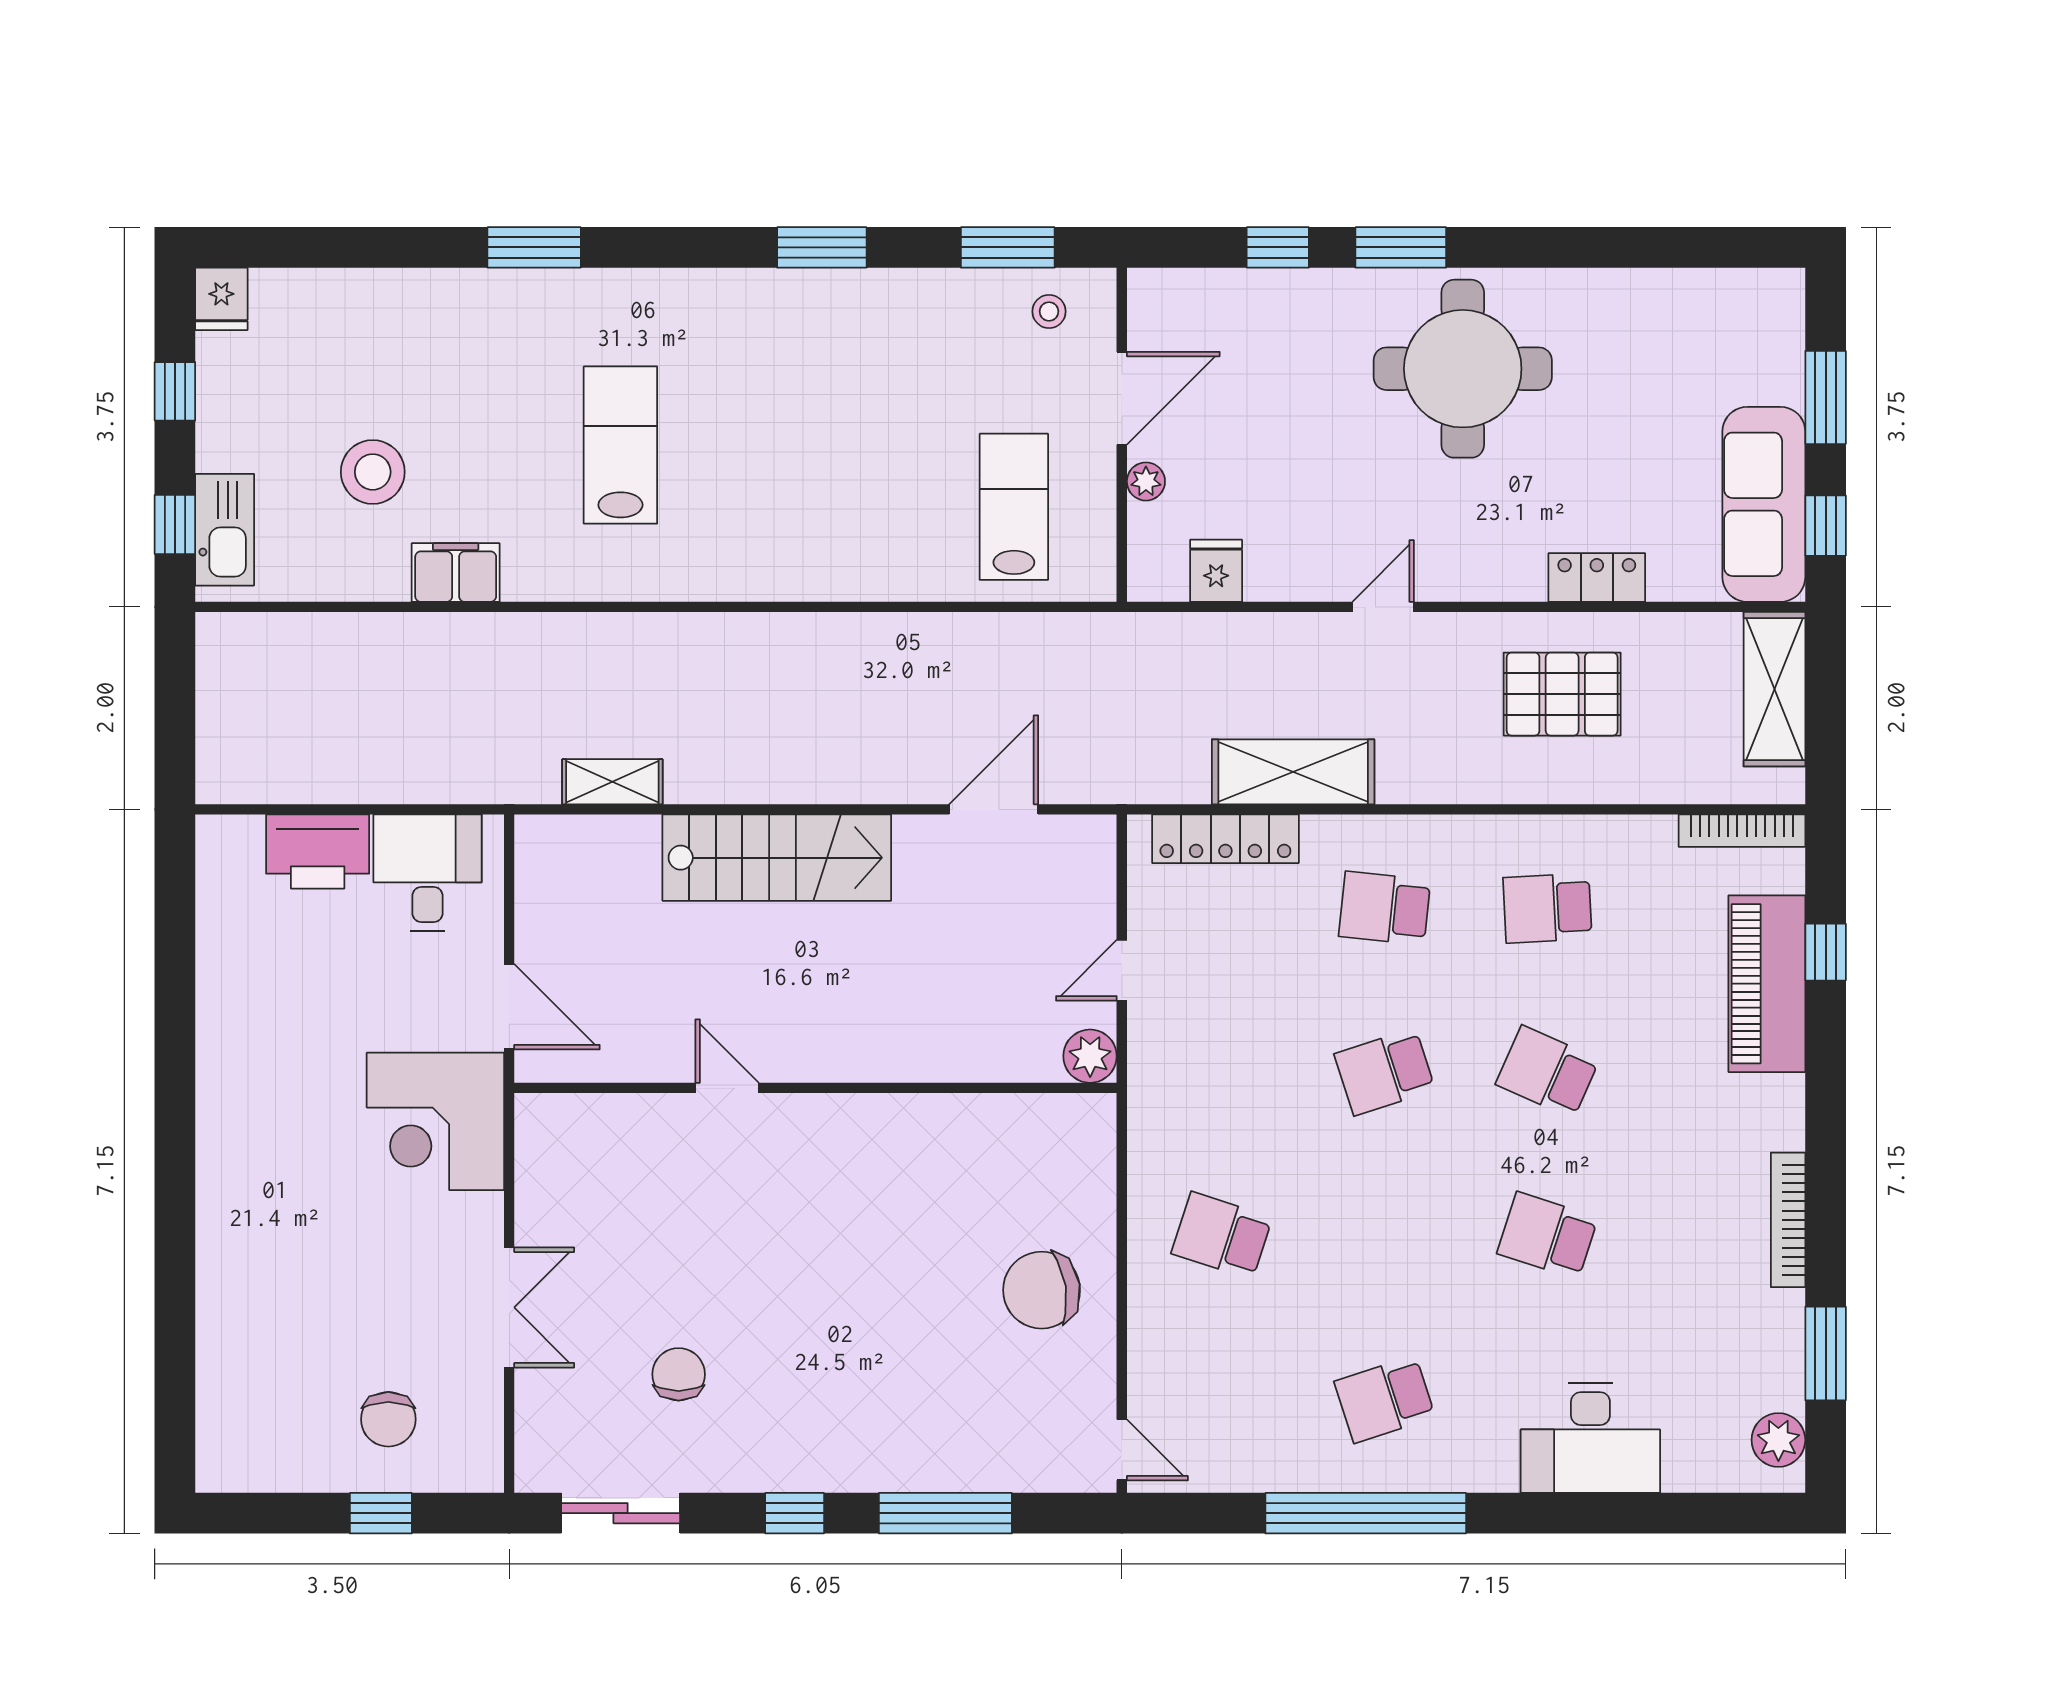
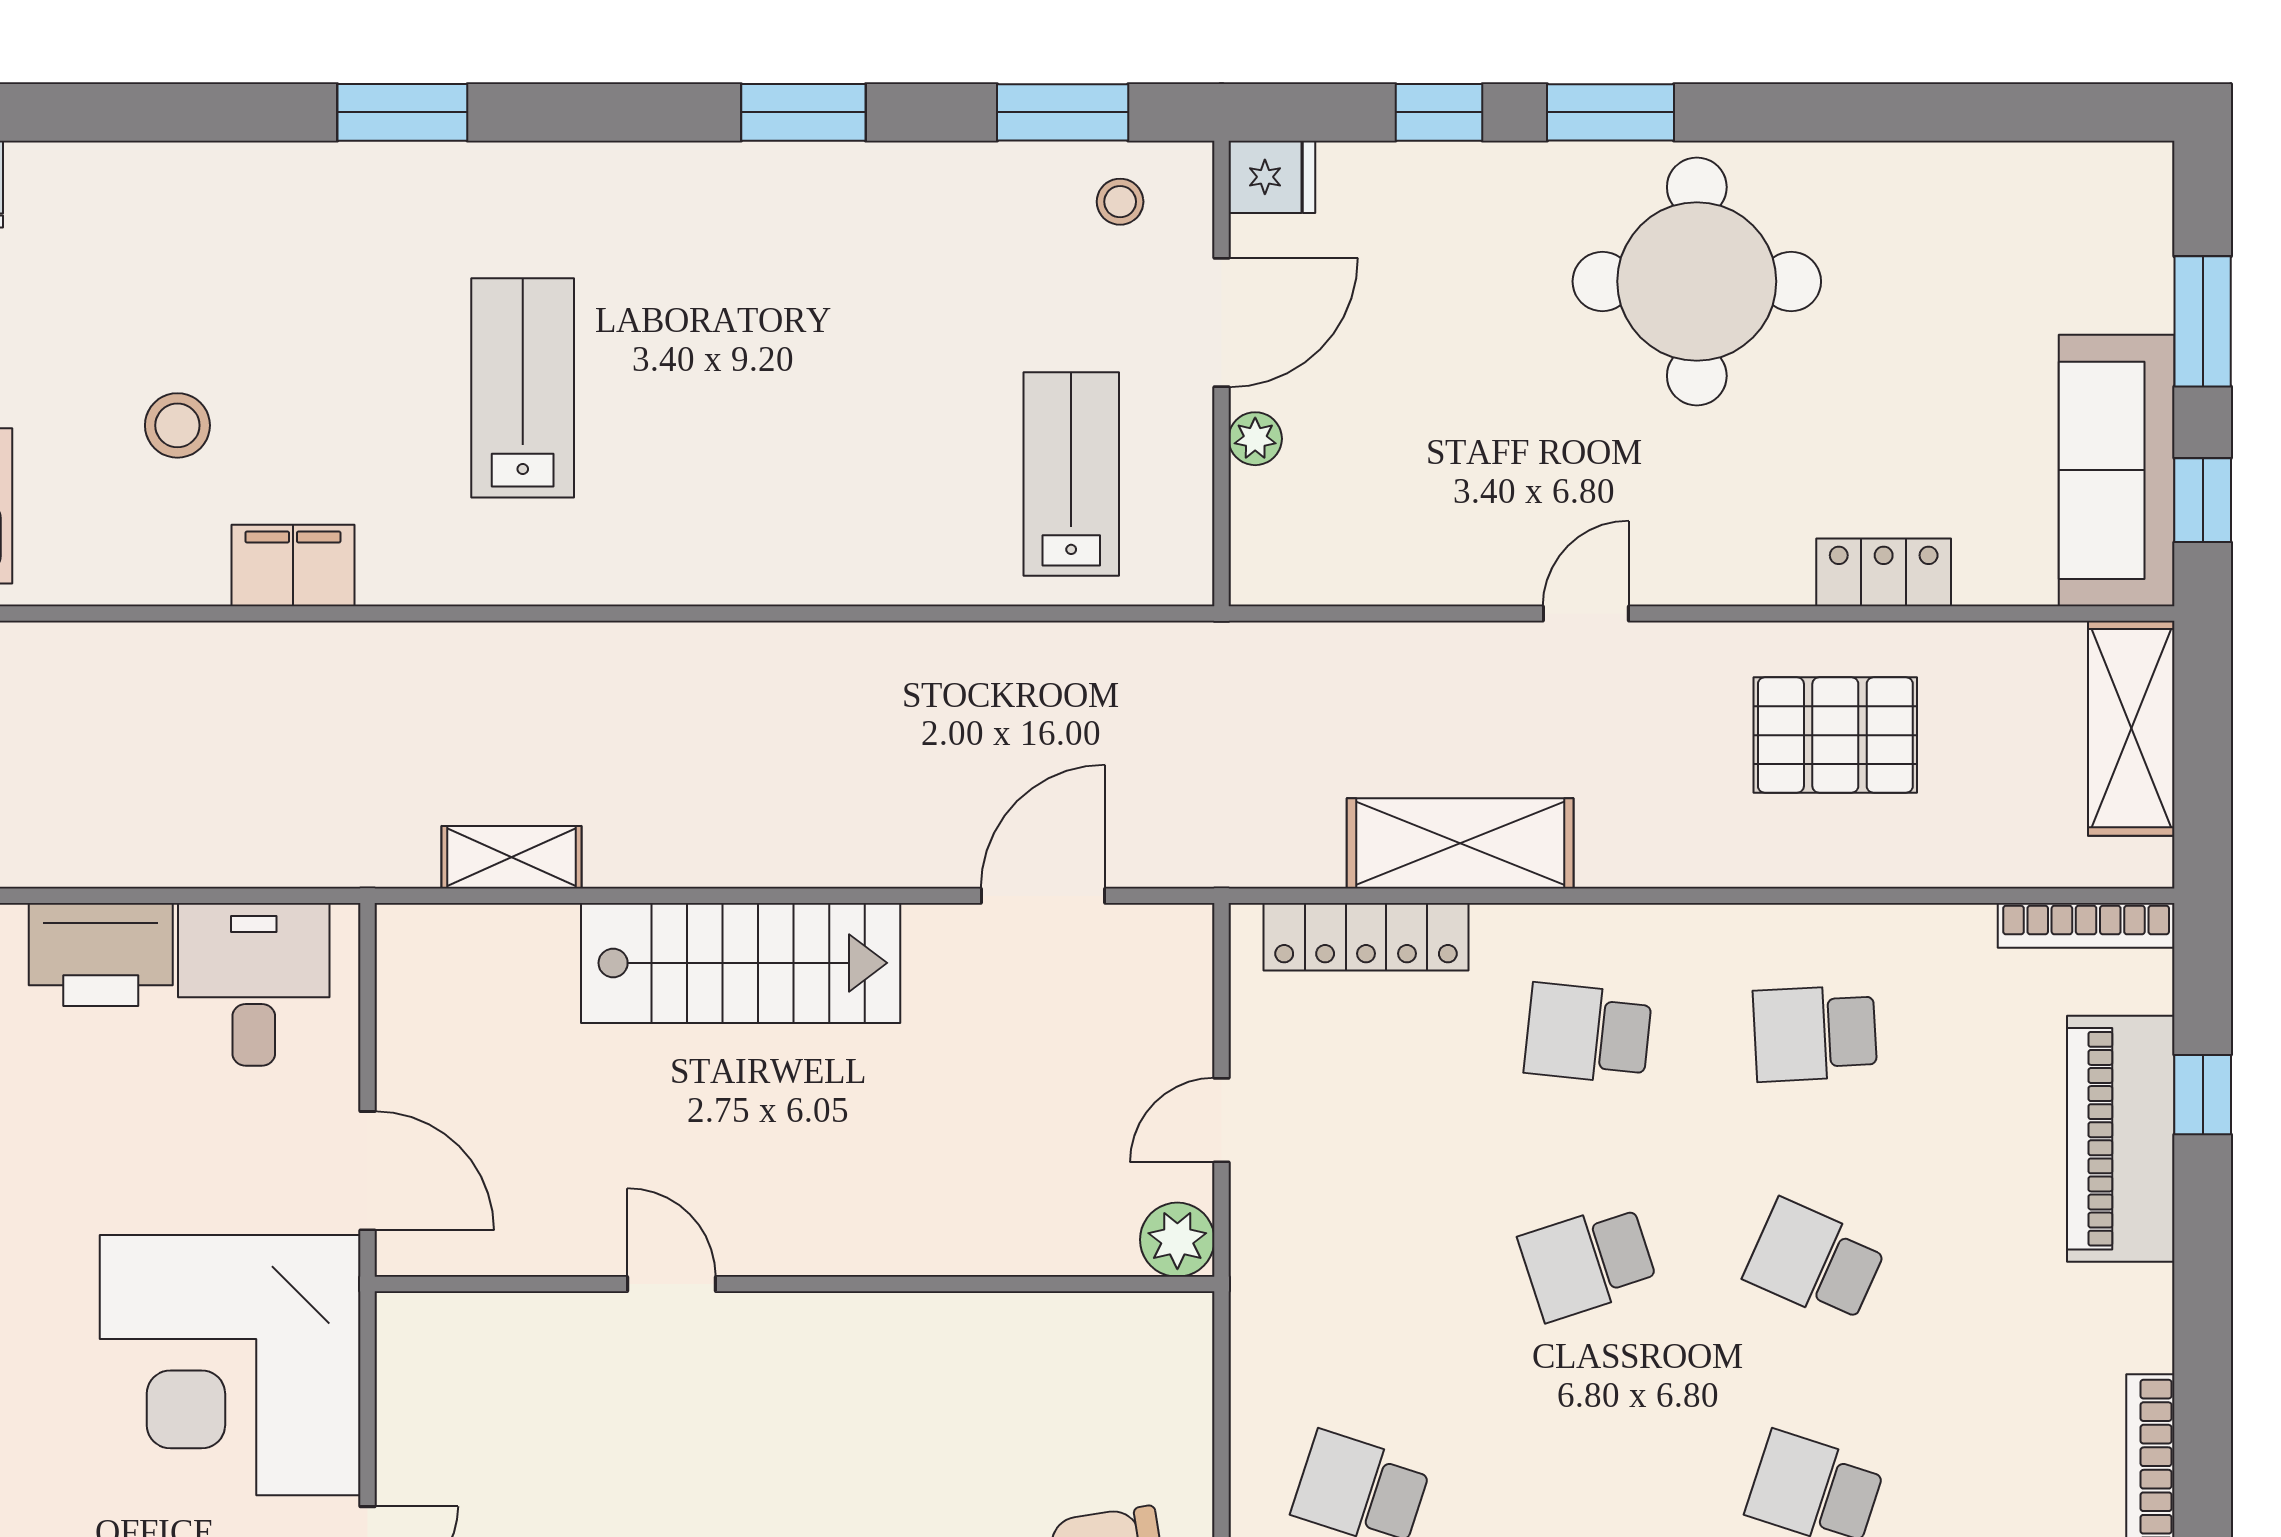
stool: (373, 472) -> (177, 425), width x0.73, depth x0.73
fridge: (1216, 571) -> (1272, 177), moved, turned 90
corner desk: (435, 1121) -> (230, 1365), width x1.36, depth x1.36

